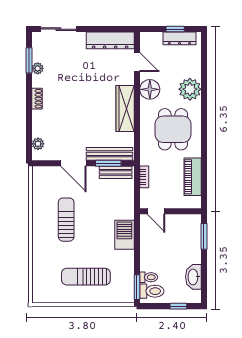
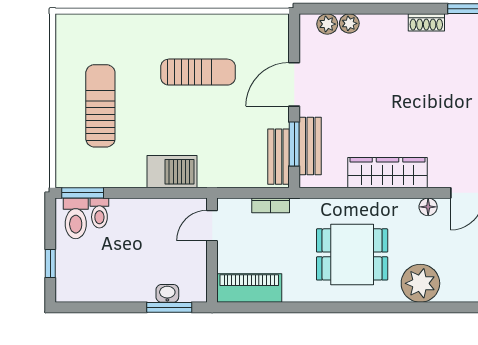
plant: (38, 68) -> (349, 23), moved
floor lamp: (150, 89) -> (428, 207), width x0.53, depth x0.53
shoe rack: (37, 99) -> (426, 22), moved
bench: (109, 154) -> (310, 146), width x0.73
piano: (193, 177) -> (249, 288), moved
washbasin: (193, 277) -> (167, 293), moved, width x0.52, depth x0.69

